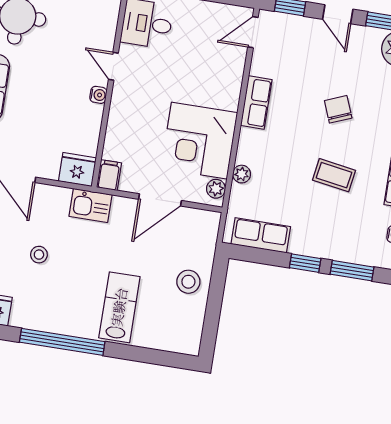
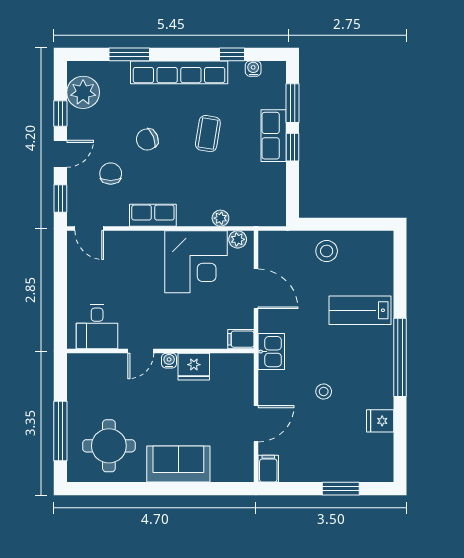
chair: (308, 64) -> (111, 174), added
fridge: (77, 170) -> (194, 367), moved, turned -90
row of seats: (261, 235) -> (274, 136), moved

